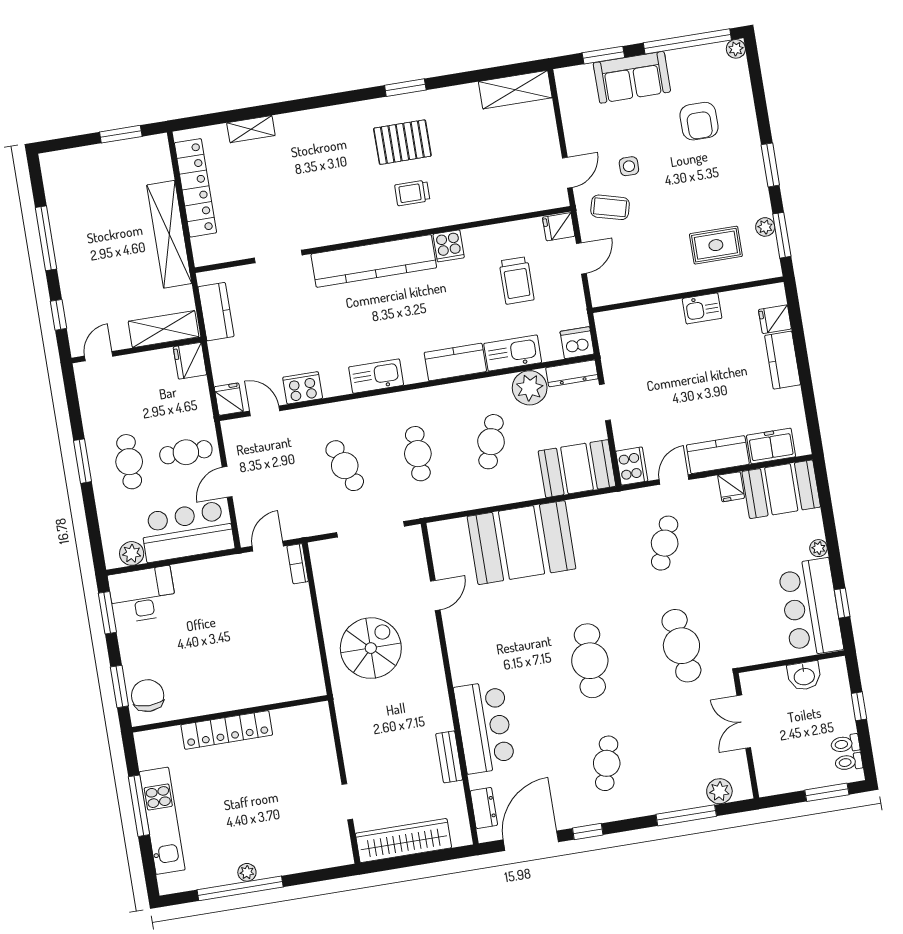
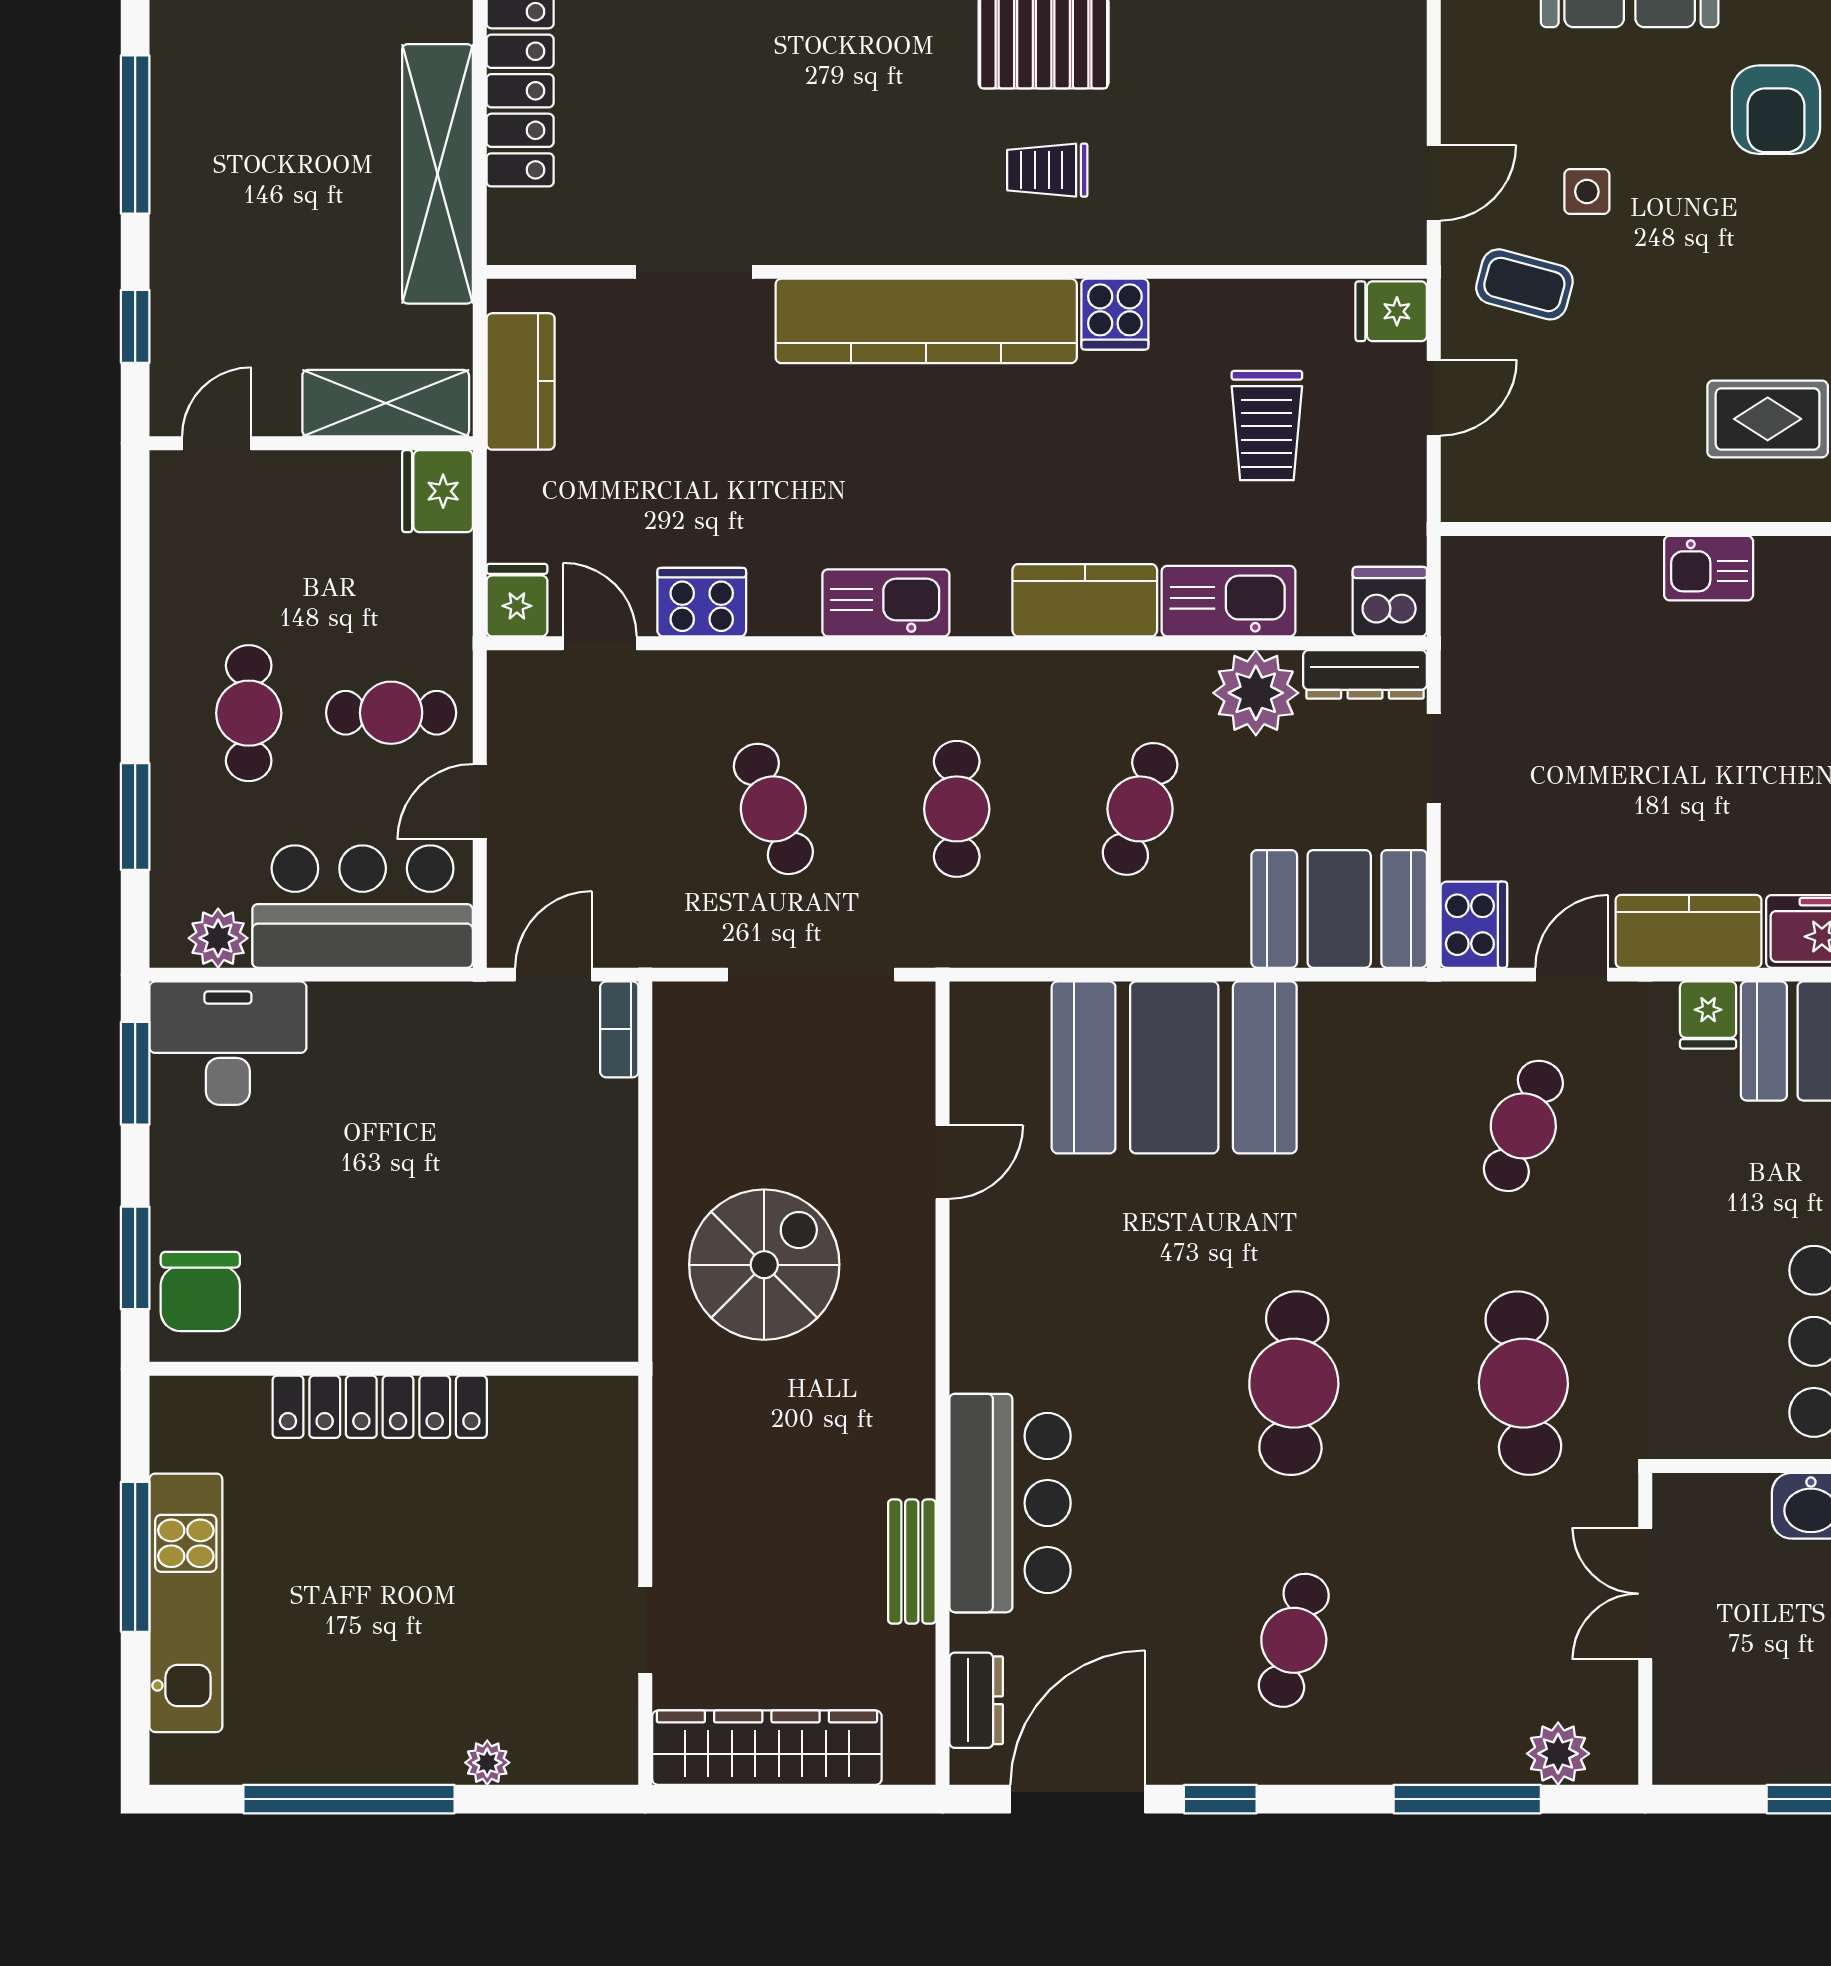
window: (83, 461) -> (135, 817), moved
chair: (148, 696) -> (200, 1291), turned 180
plant: (247, 872) -> (487, 1763), moved

